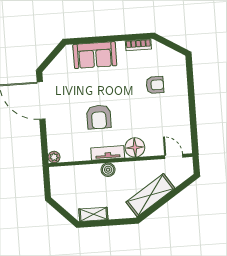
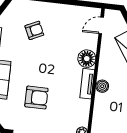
armchair: (155, 85) -> (34, 30), turned 65
armchair: (99, 117) -> (36, 98), moved

